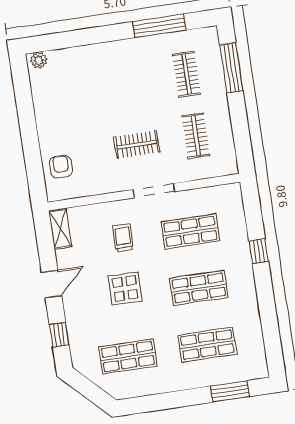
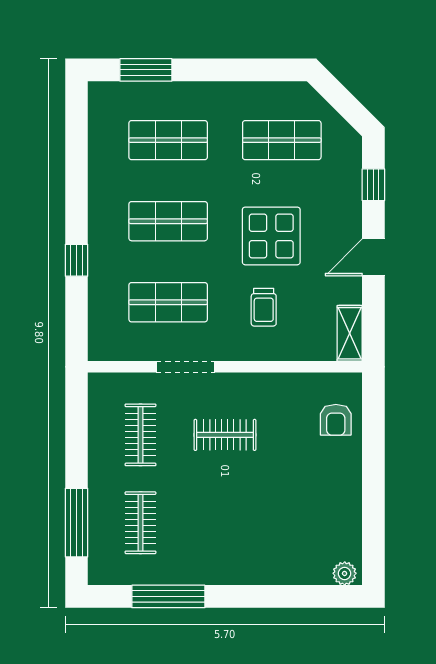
doorway: (154, 191) -> (186, 367), moved
display table: (125, 288) -> (271, 236), width x1.36, depth x1.36

